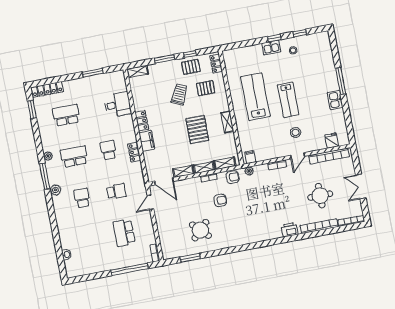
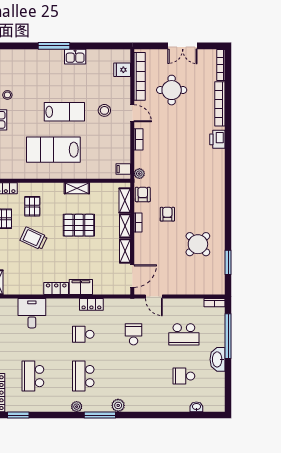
round table: (320, 196) -> (172, 90), moved
school desk: (82, 198) -> (184, 376), moved
washbasin: (109, 264) -> (218, 359), added

